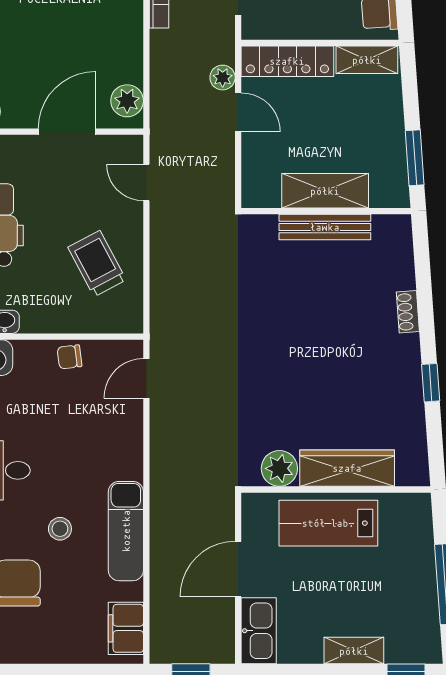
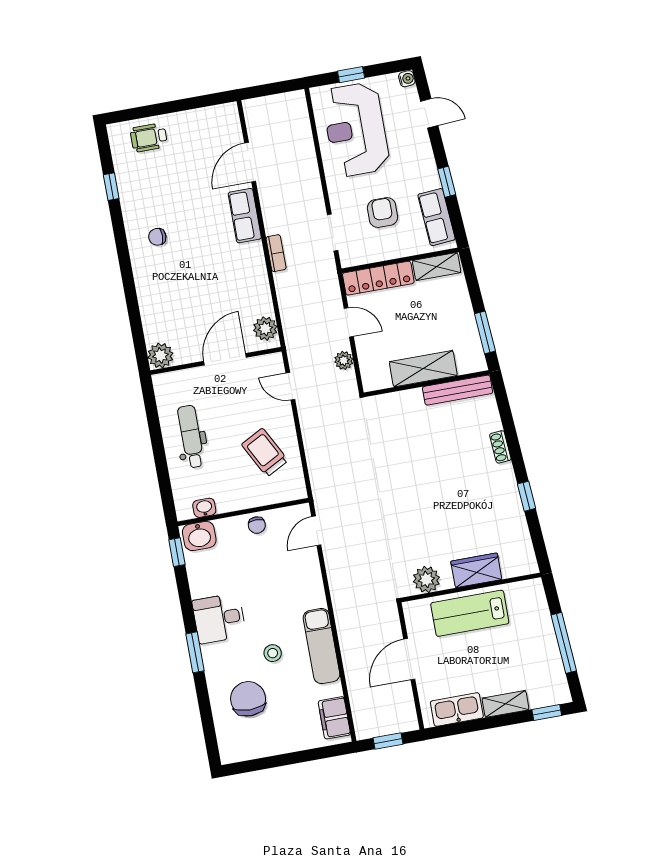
plant: (223, 78) -> (344, 360), moved
bench: (325, 227) -> (458, 390), moved
chair: (69, 357) -> (257, 525), turned -83
wardrobe: (347, 468) -> (476, 570), width x0.67
kitchen sink: (259, 631) -> (457, 709), moved, turned -90

